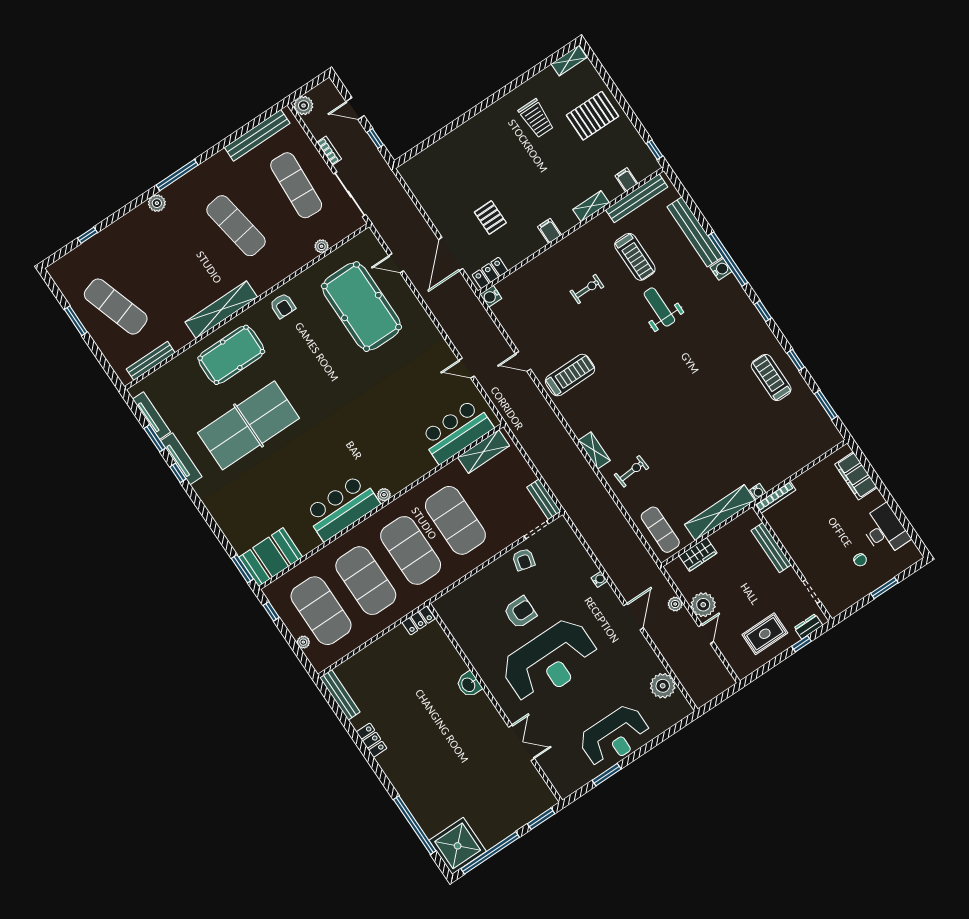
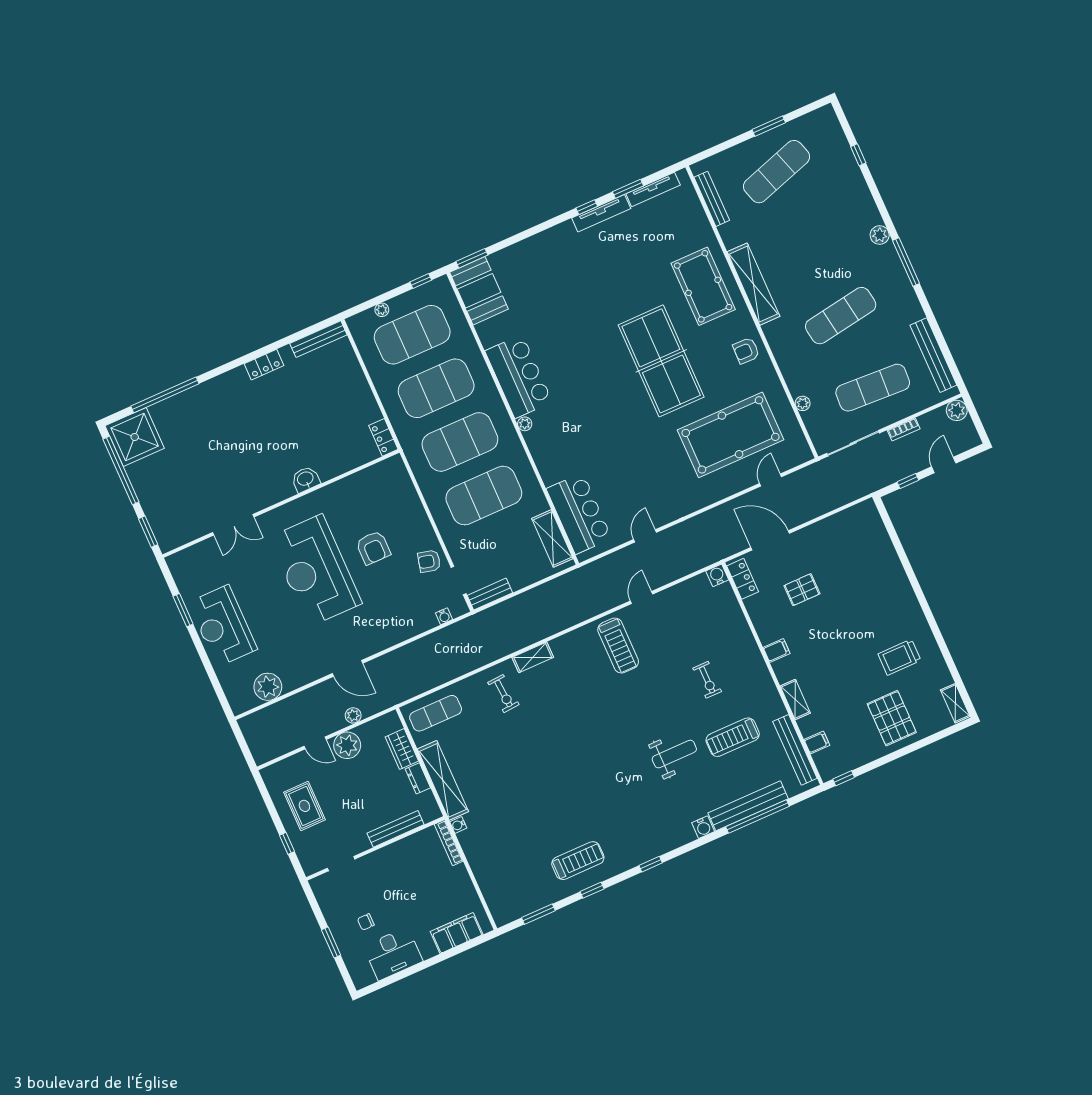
window: (728, 259) -> (758, 816), moved
table tennis table: (249, 425) -> (661, 361), moved
water cooler: (599, 579) -> (444, 616), moved
dresser: (808, 626) -> (418, 778), moved, turned 180

